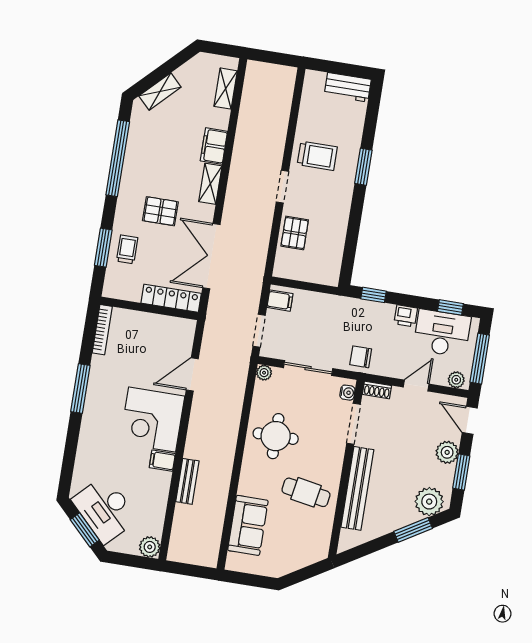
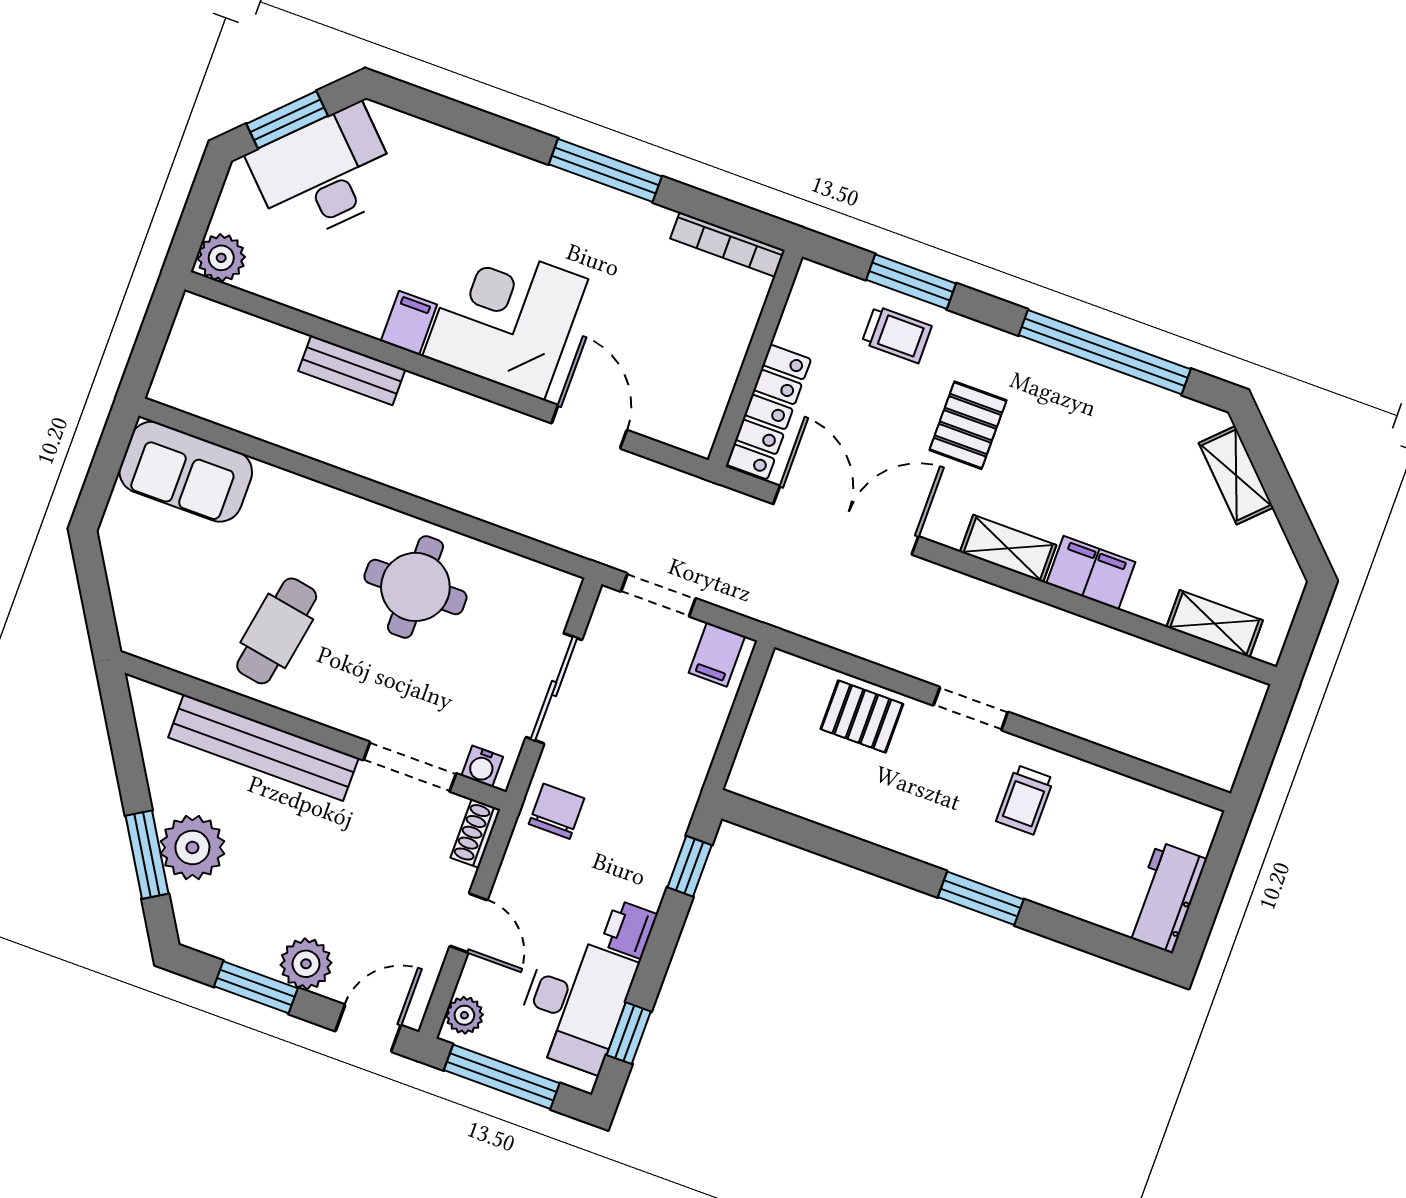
trolley: (317, 156) -> (1025, 800), width x0.73, depth x0.72
plant: (264, 373) -> (562, 588), removed
plant: (429, 502) -> (192, 847), moved
sofa: (248, 525) -> (186, 472), moved

